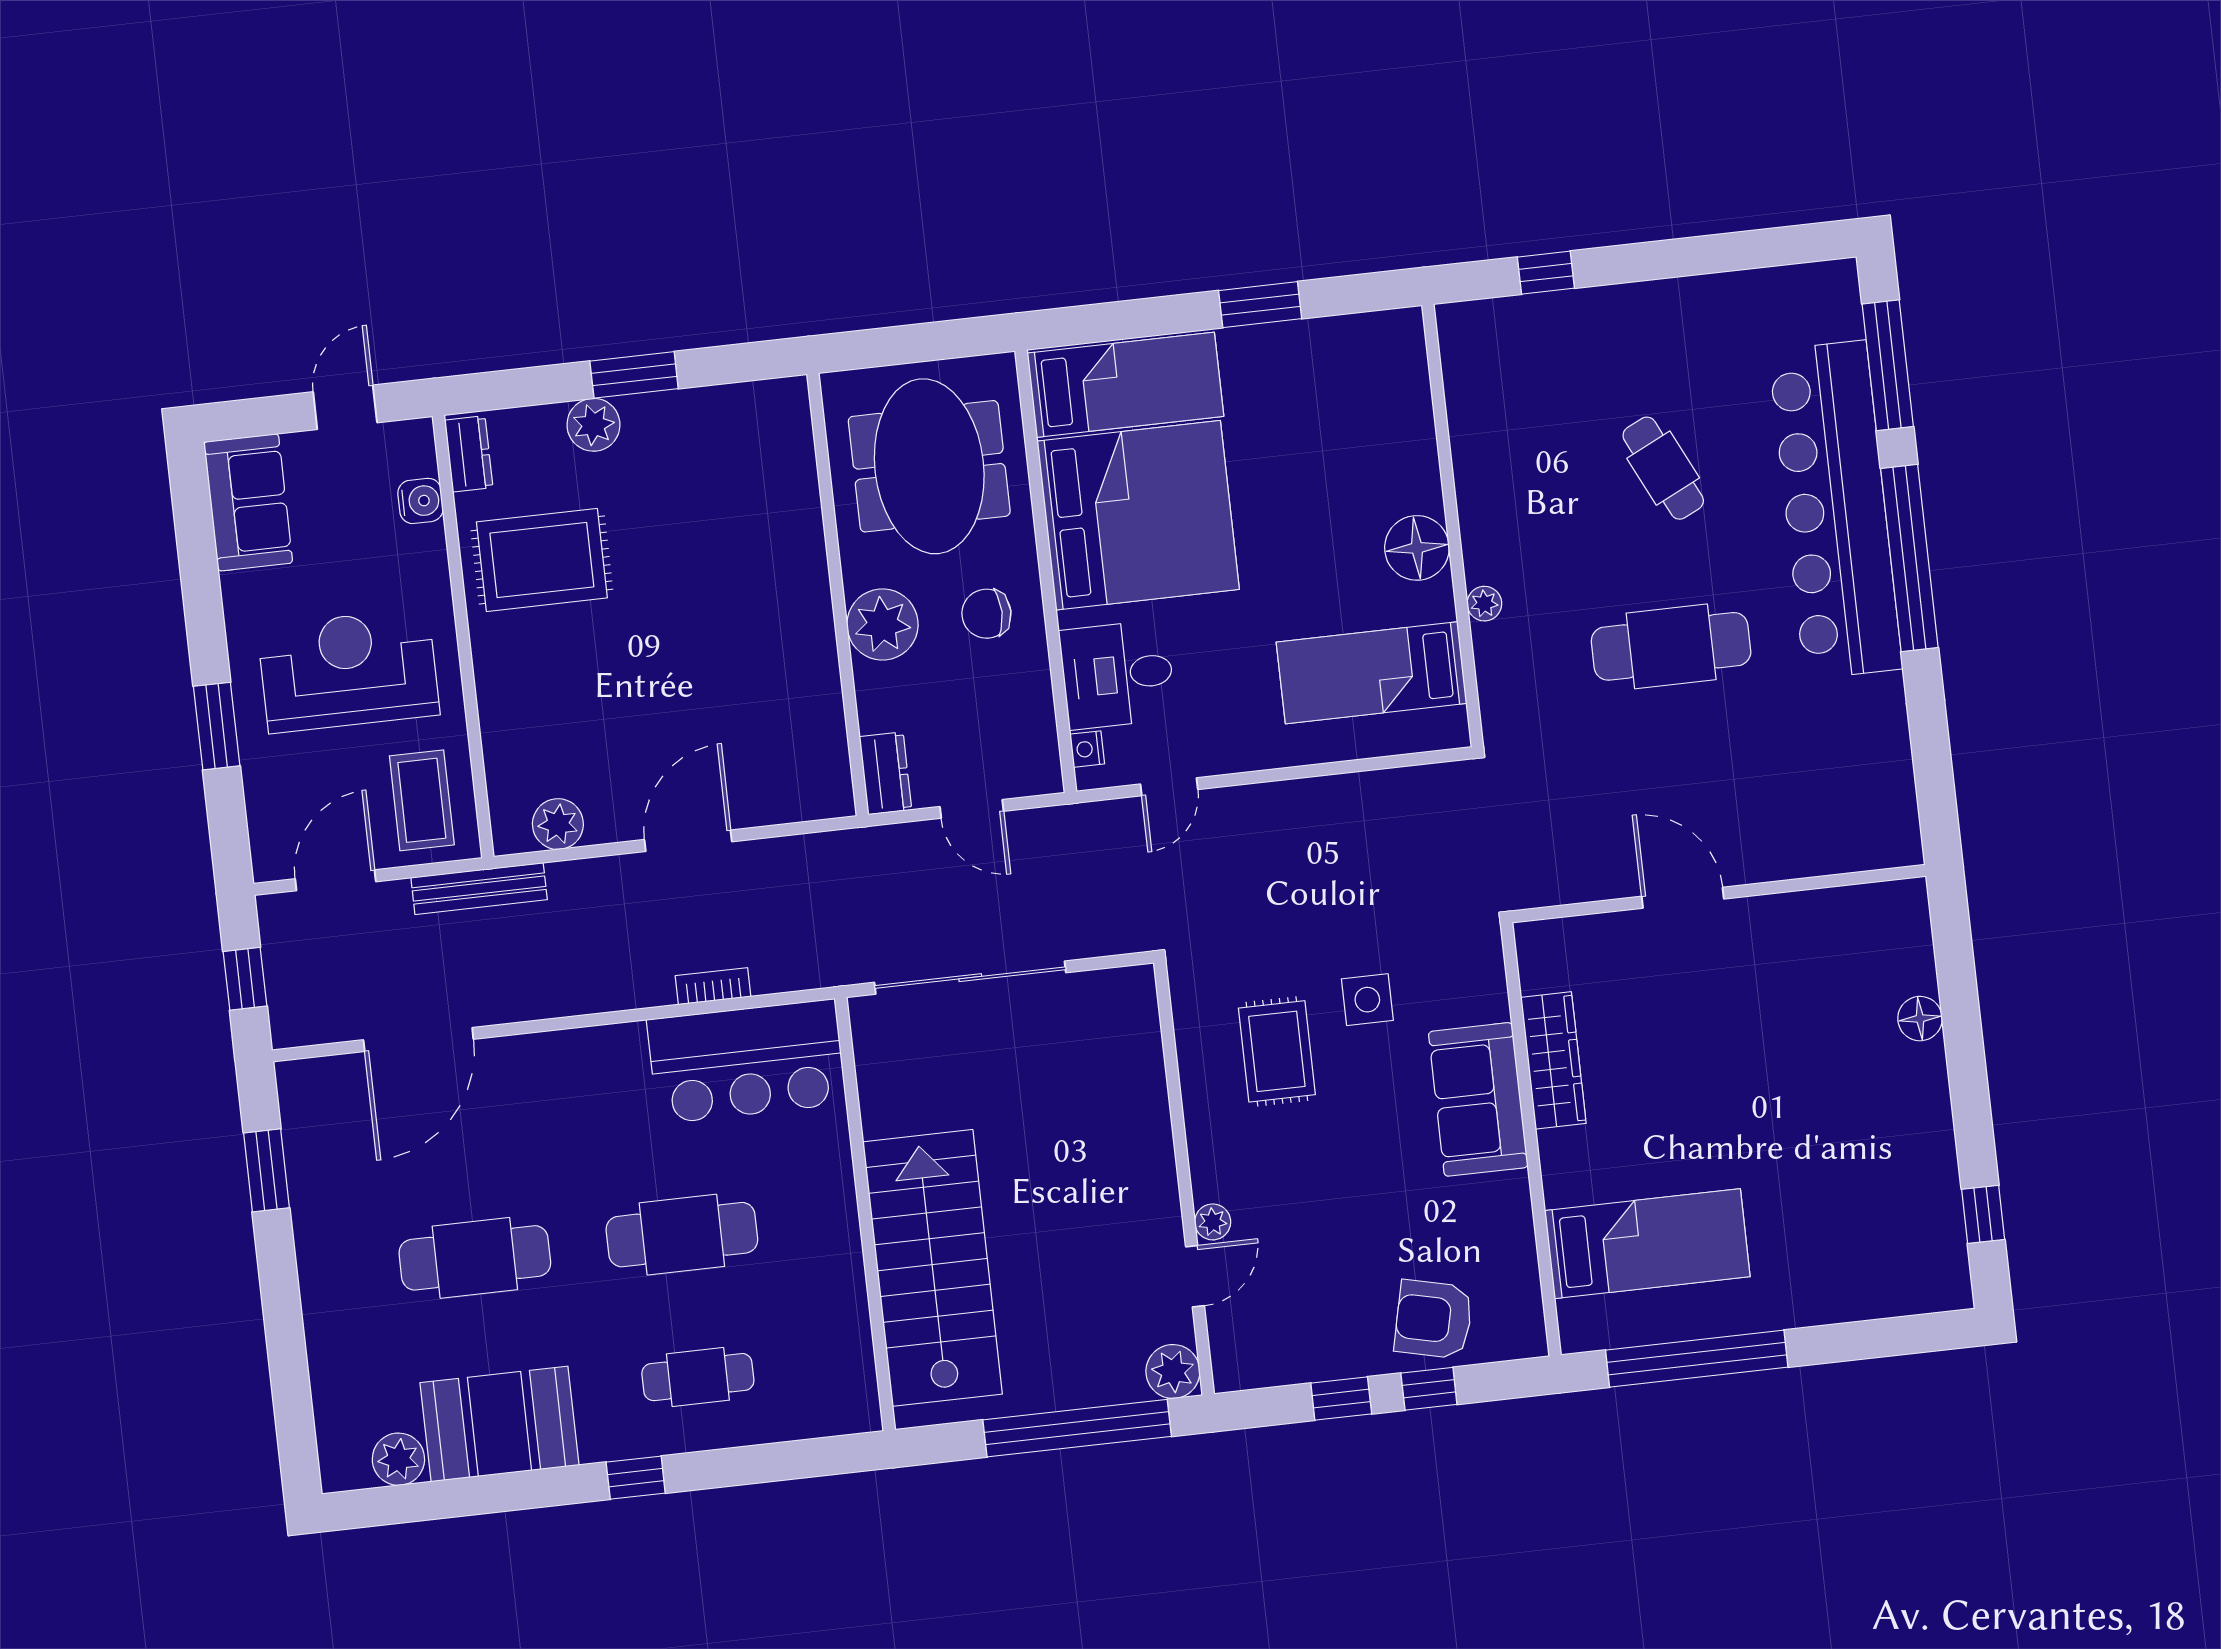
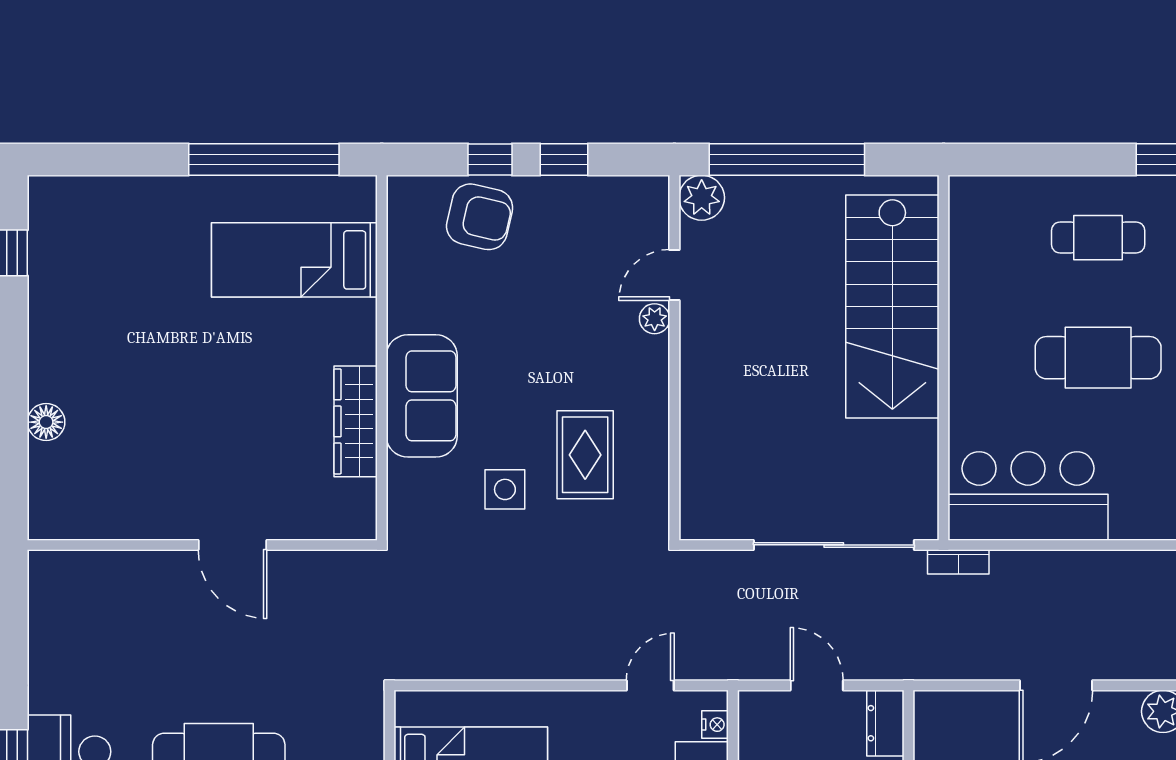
bookcase: (713, 986) -> (958, 562), moved

